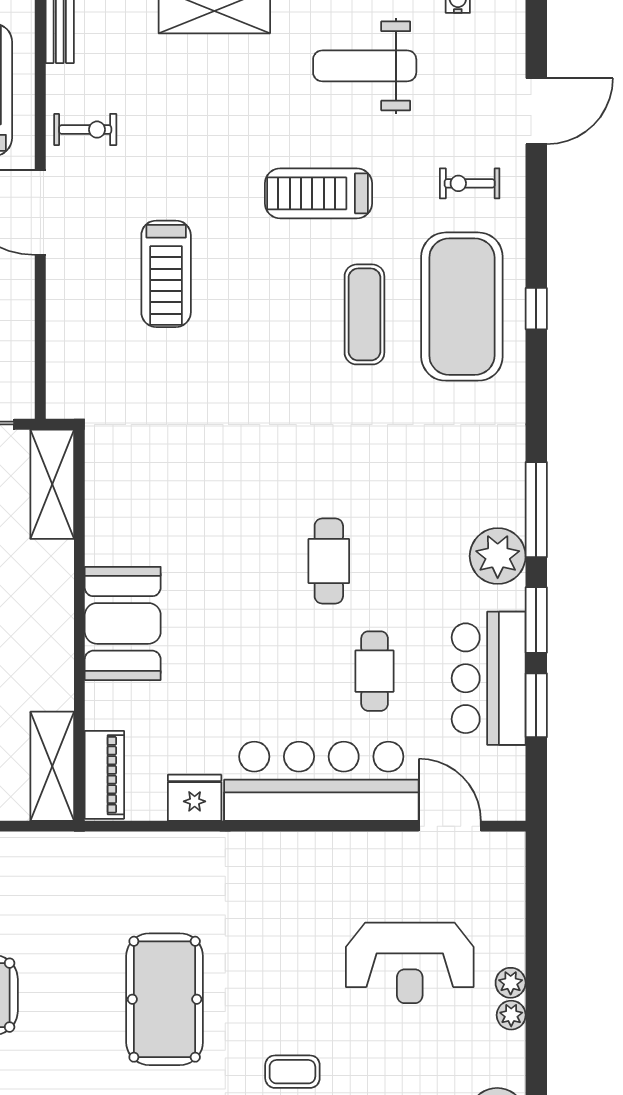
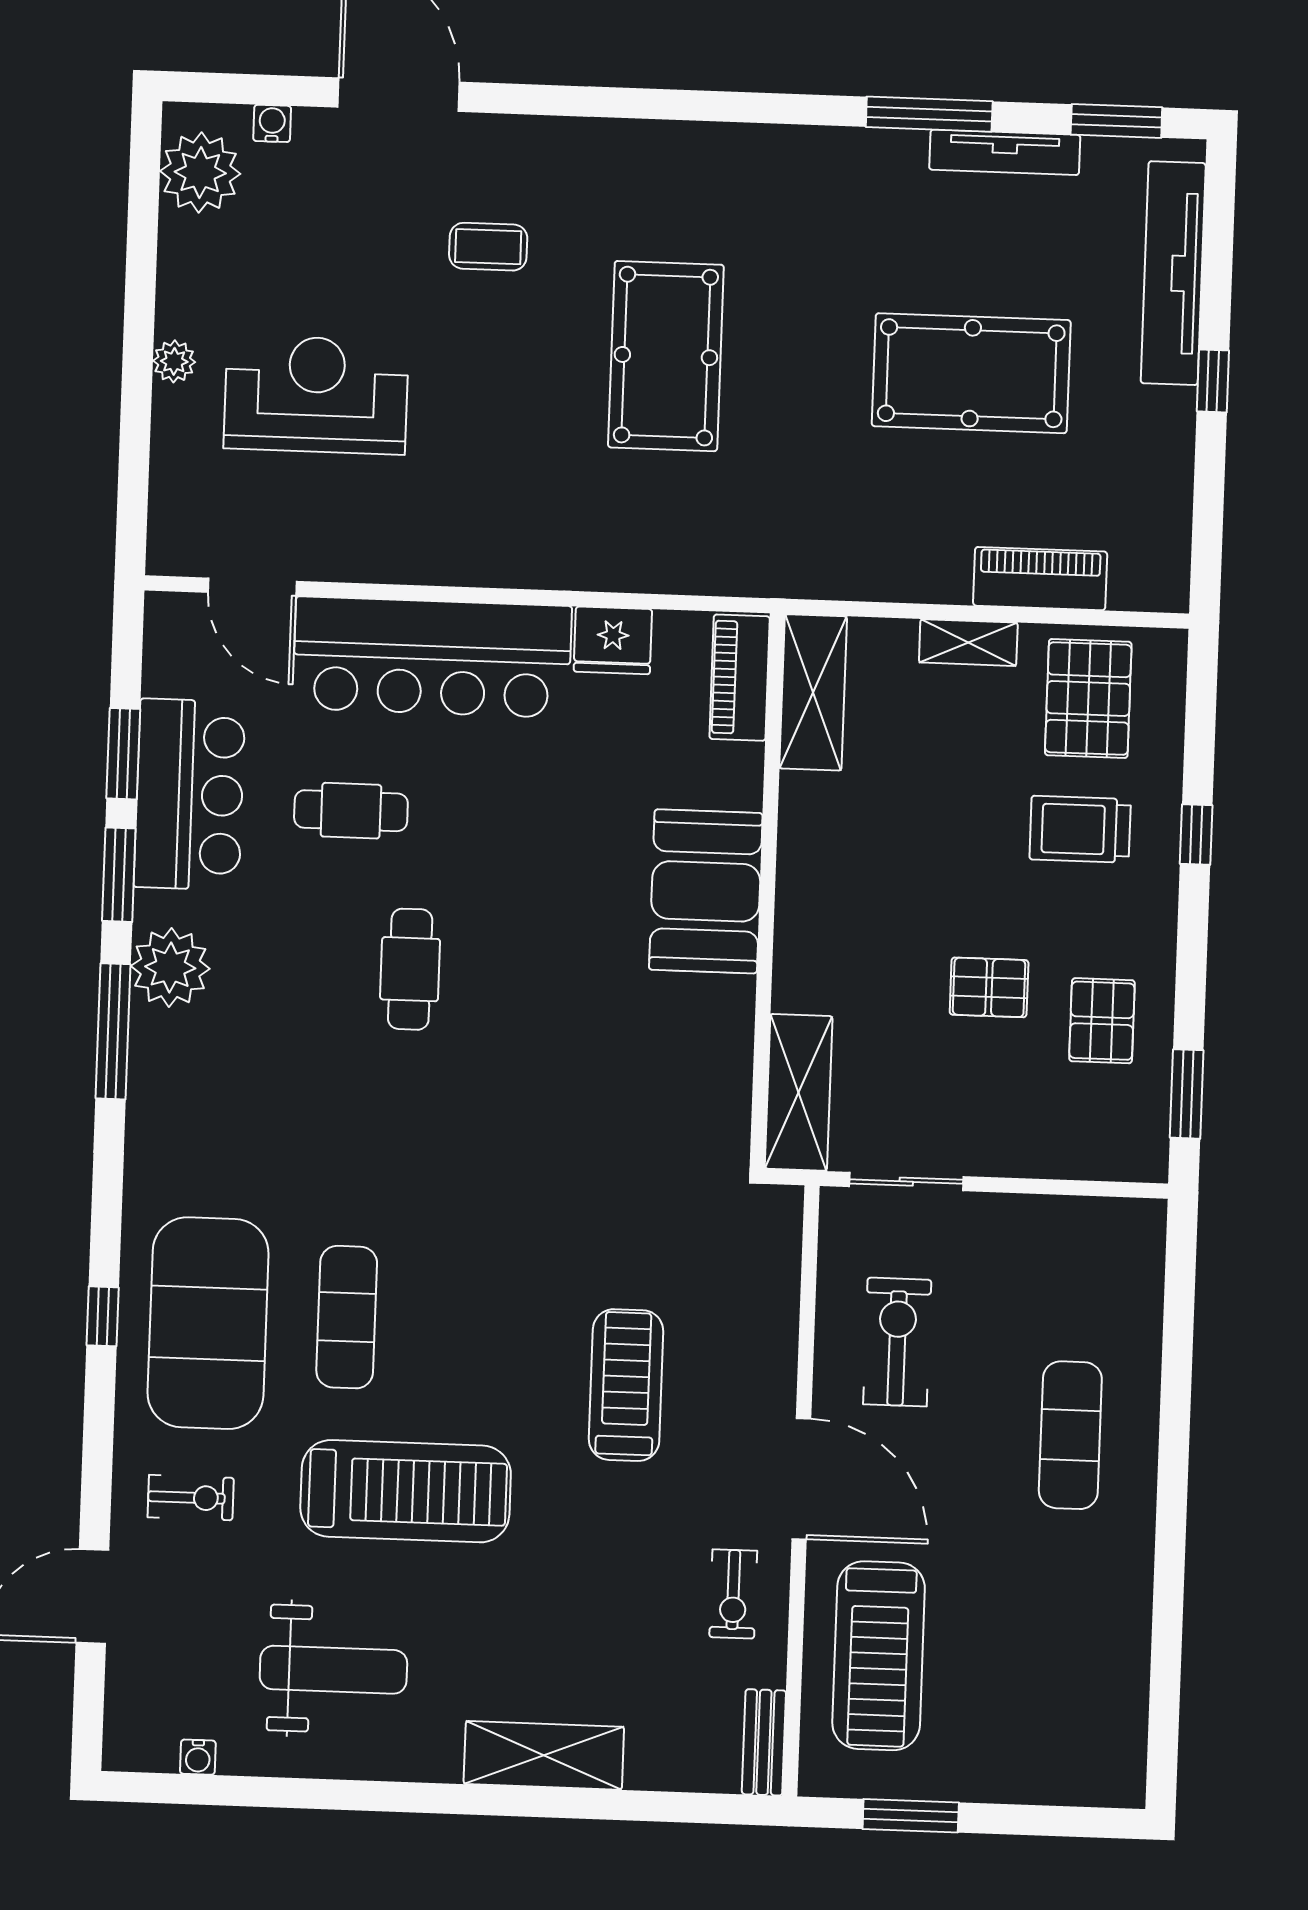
exercise bike: (85, 130) -> (733, 1594), turned -90
treadmill: (319, 193) -> (406, 1491), width x1.37, depth x1.38
cafe table: (375, 671) -> (351, 811), turned 90
plant: (511, 1015) -> (175, 316), removed

